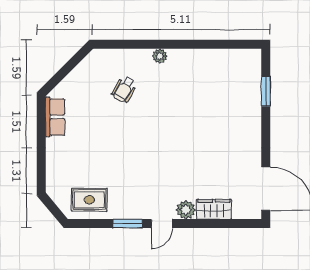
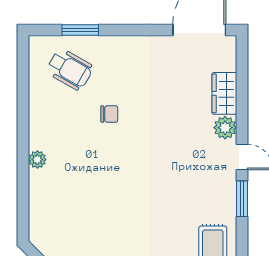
wheelchair: (124, 89) -> (70, 69), moved, width x1.36, depth x1.37
chair: (197, 115) -> (109, 114), added

